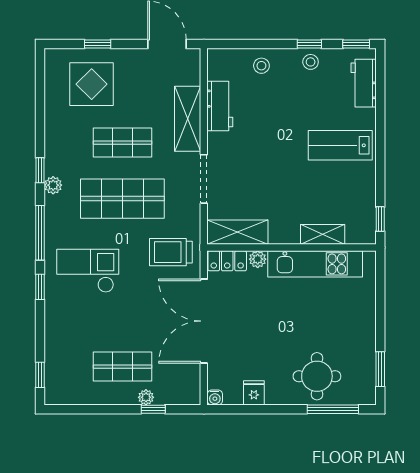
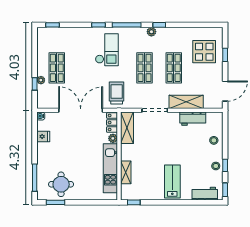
shop shelf: (122, 199) -> (144, 68), width x0.70, depth x0.74
round table: (317, 376) -> (61, 184), moved

